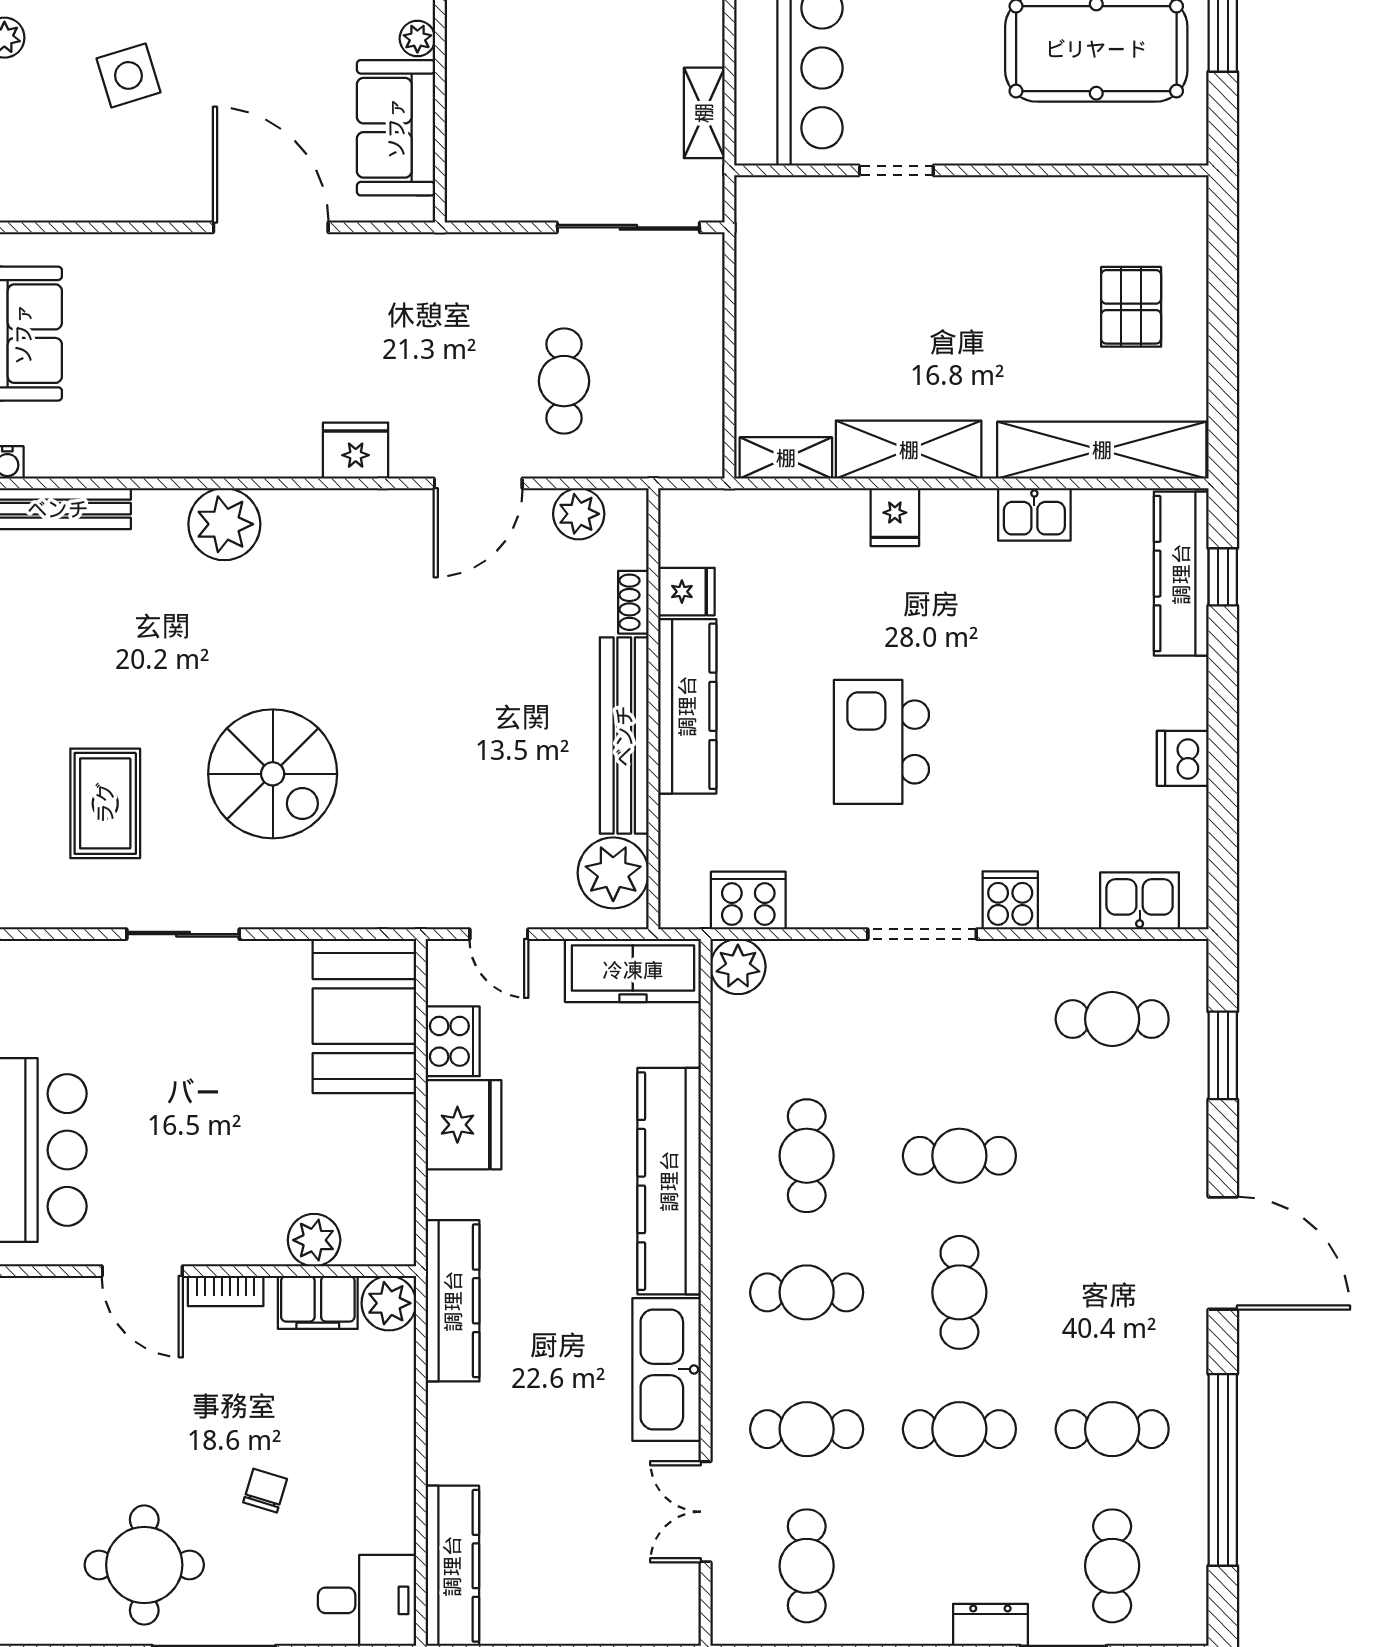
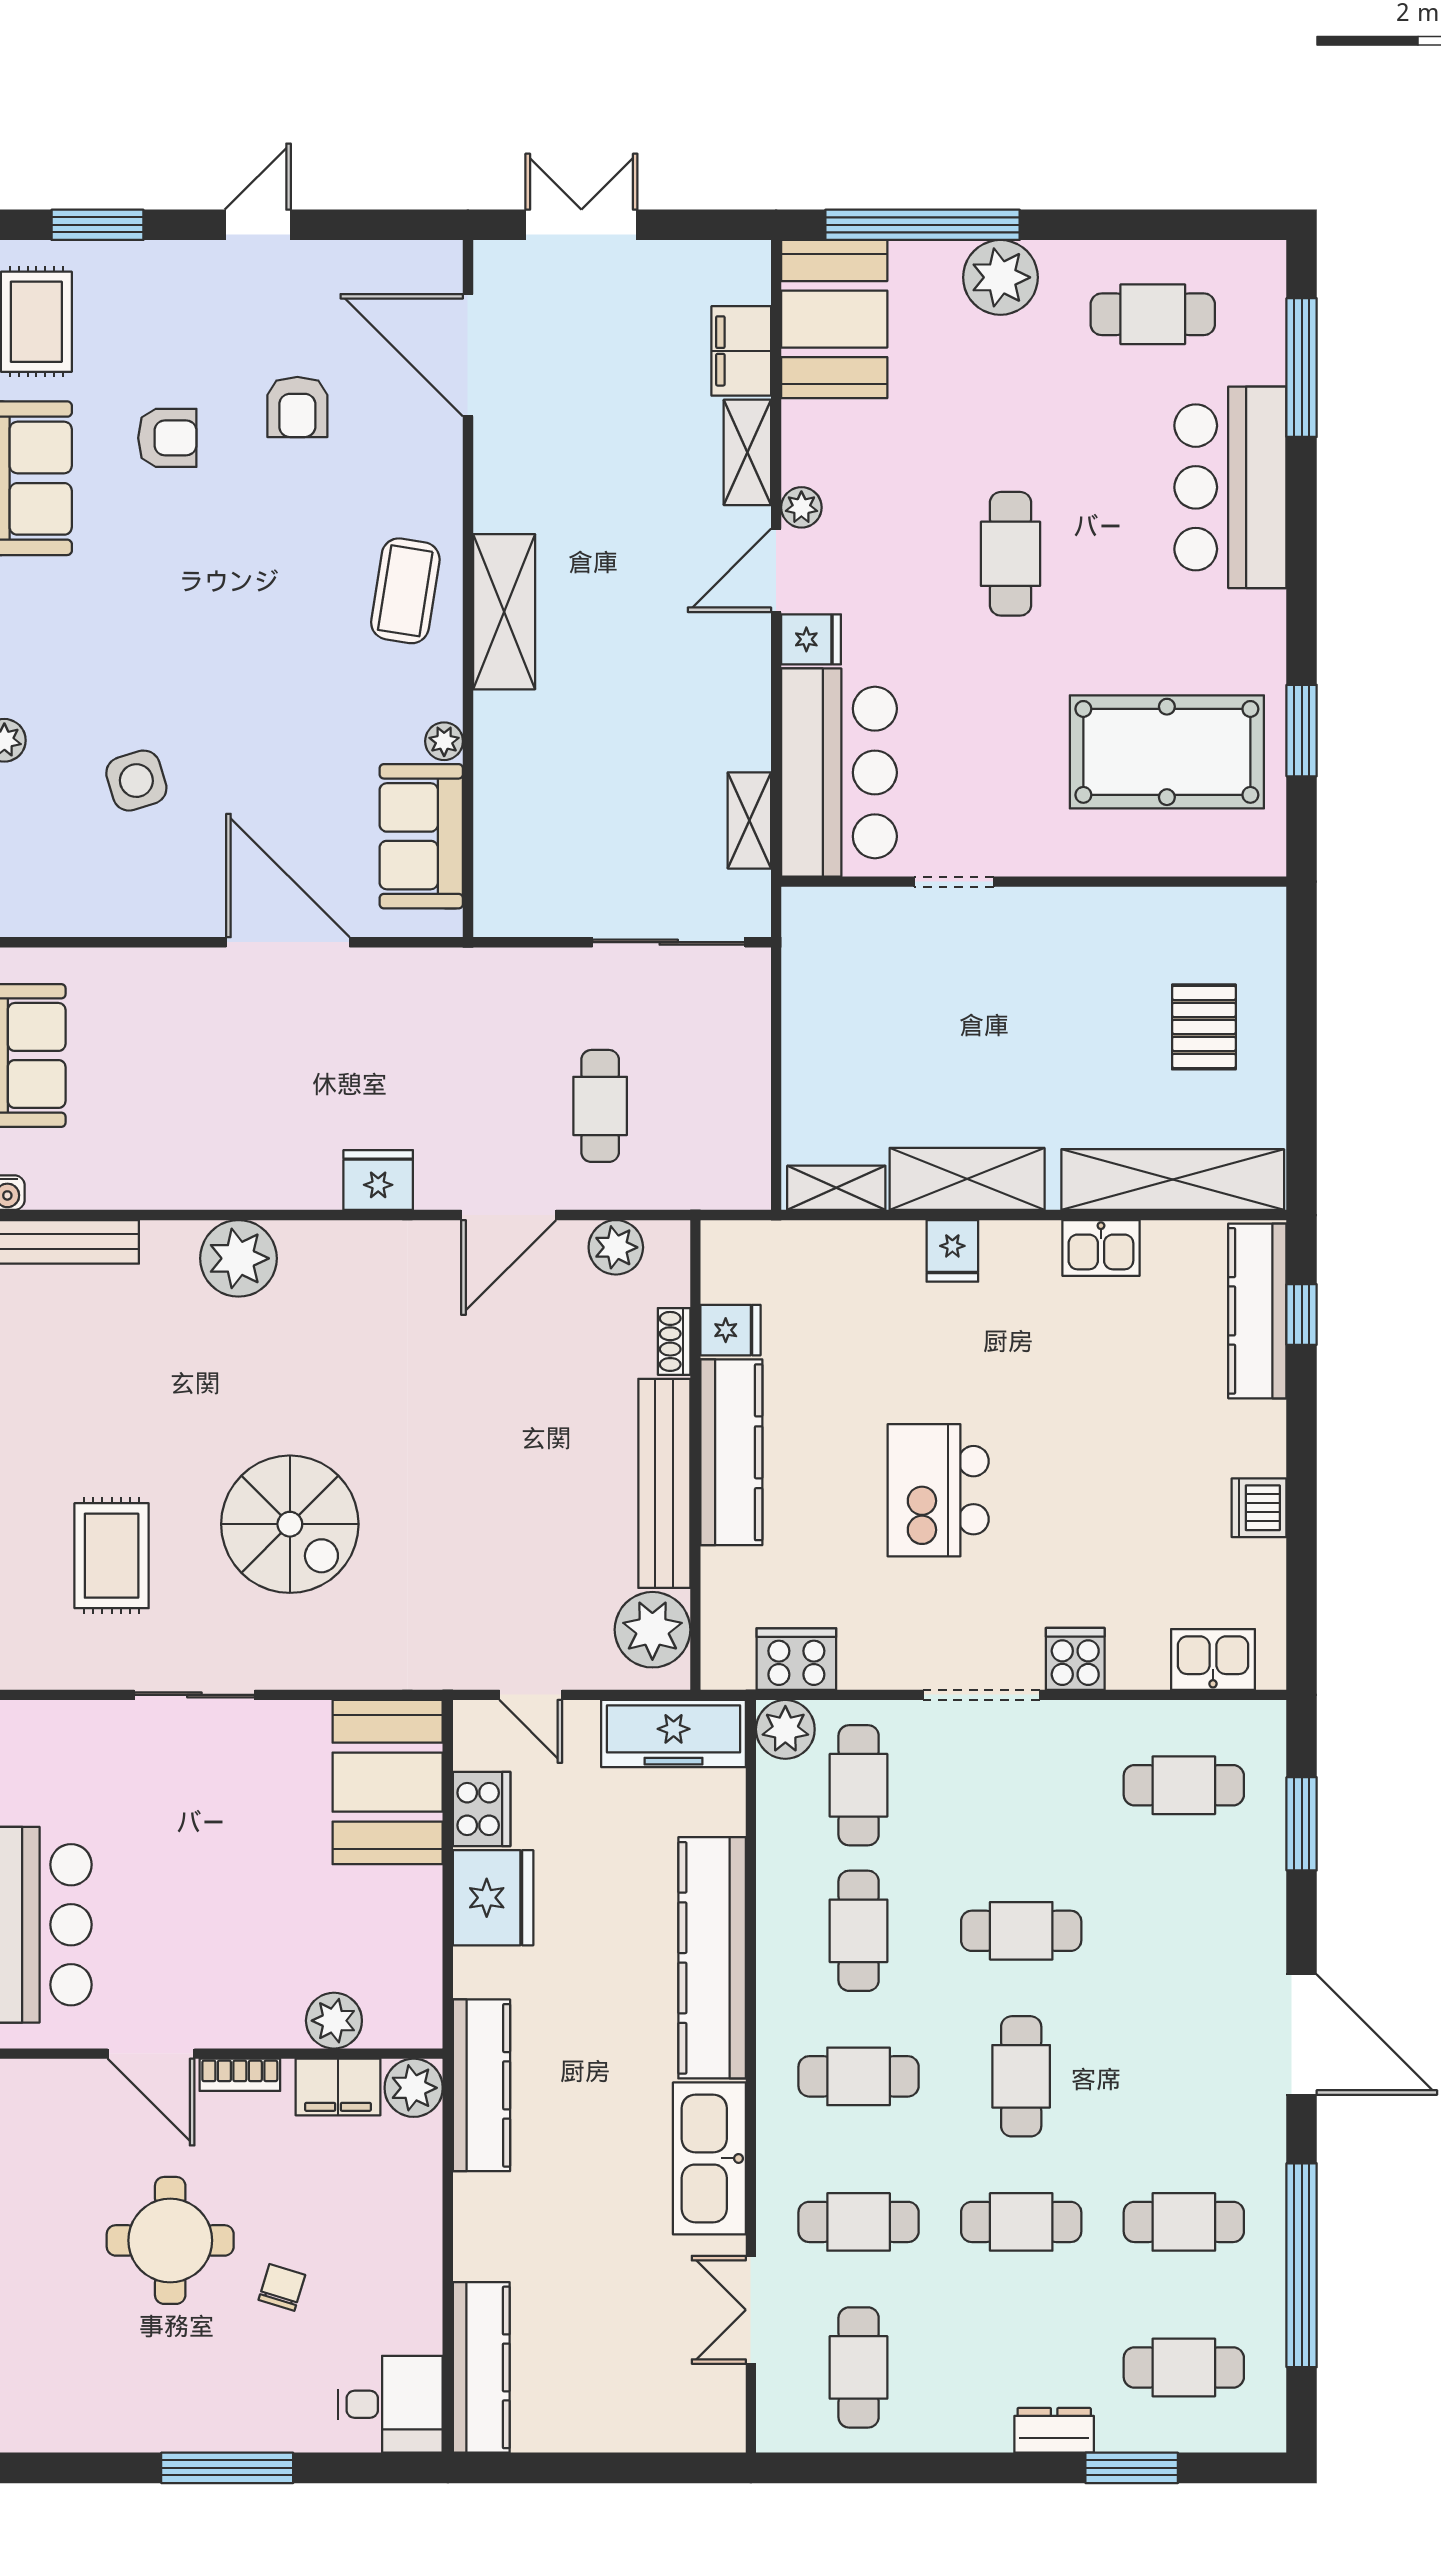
cafe table: (807, 1019) -> (859, 1785), added
round table: (144, 1565) -> (170, 2240), moved
cafe table: (1112, 1566) -> (1184, 2367), turned 90

